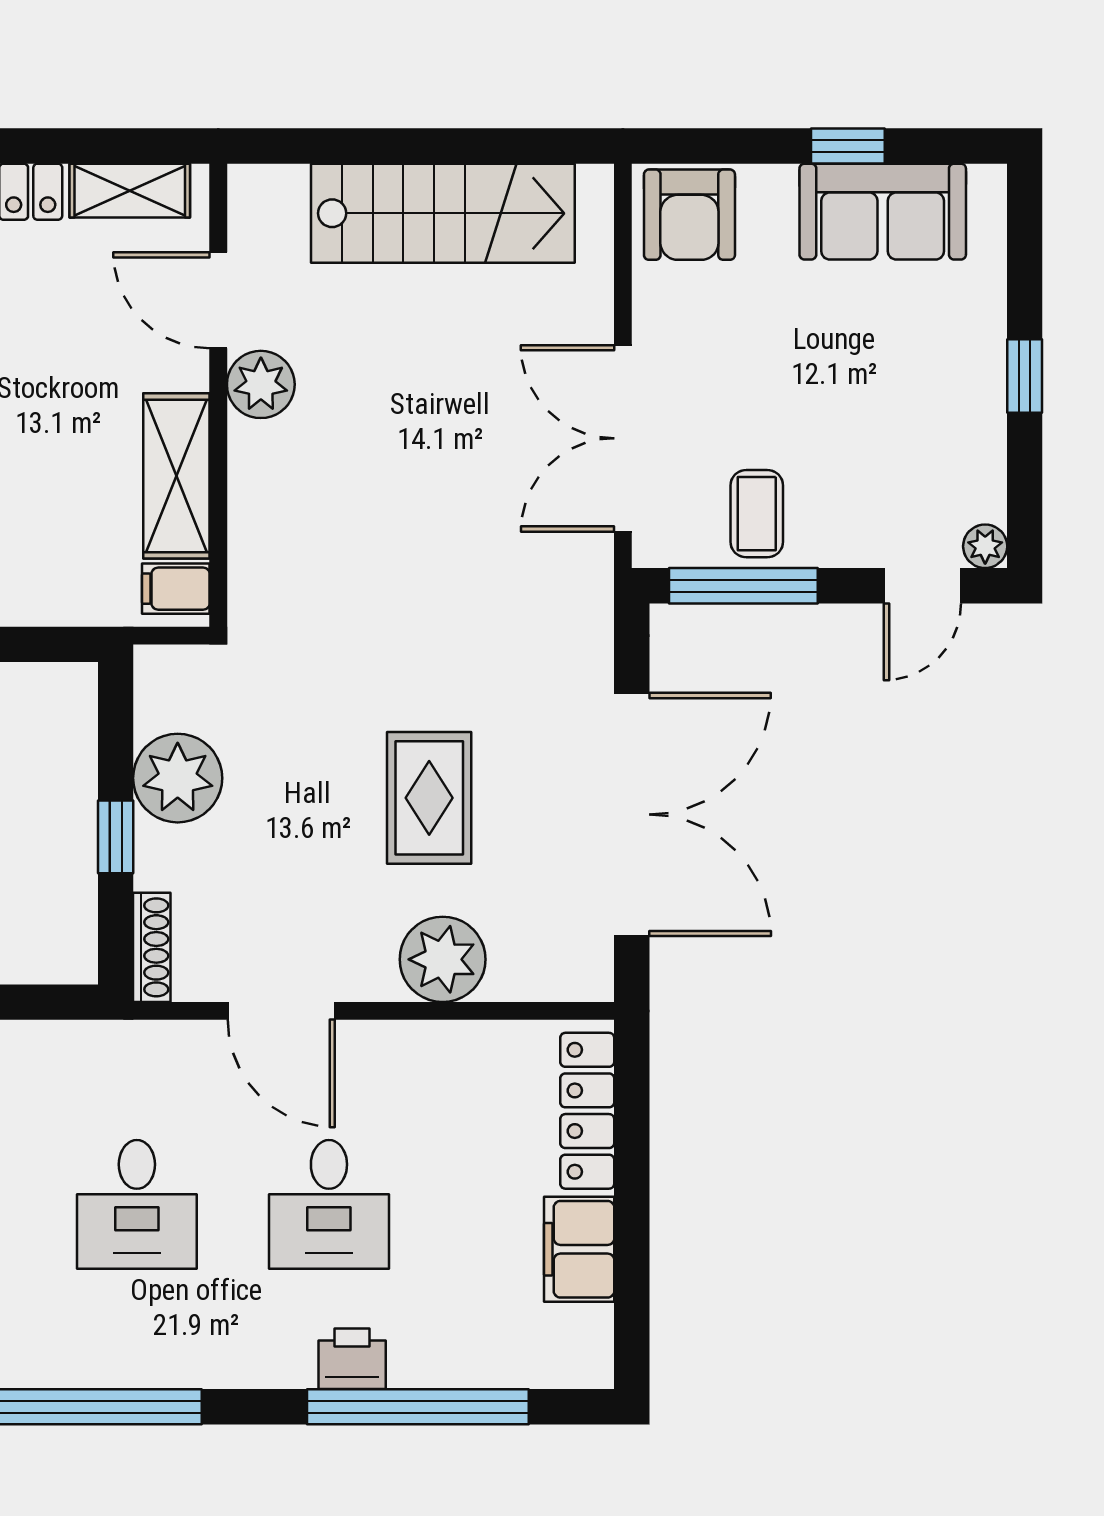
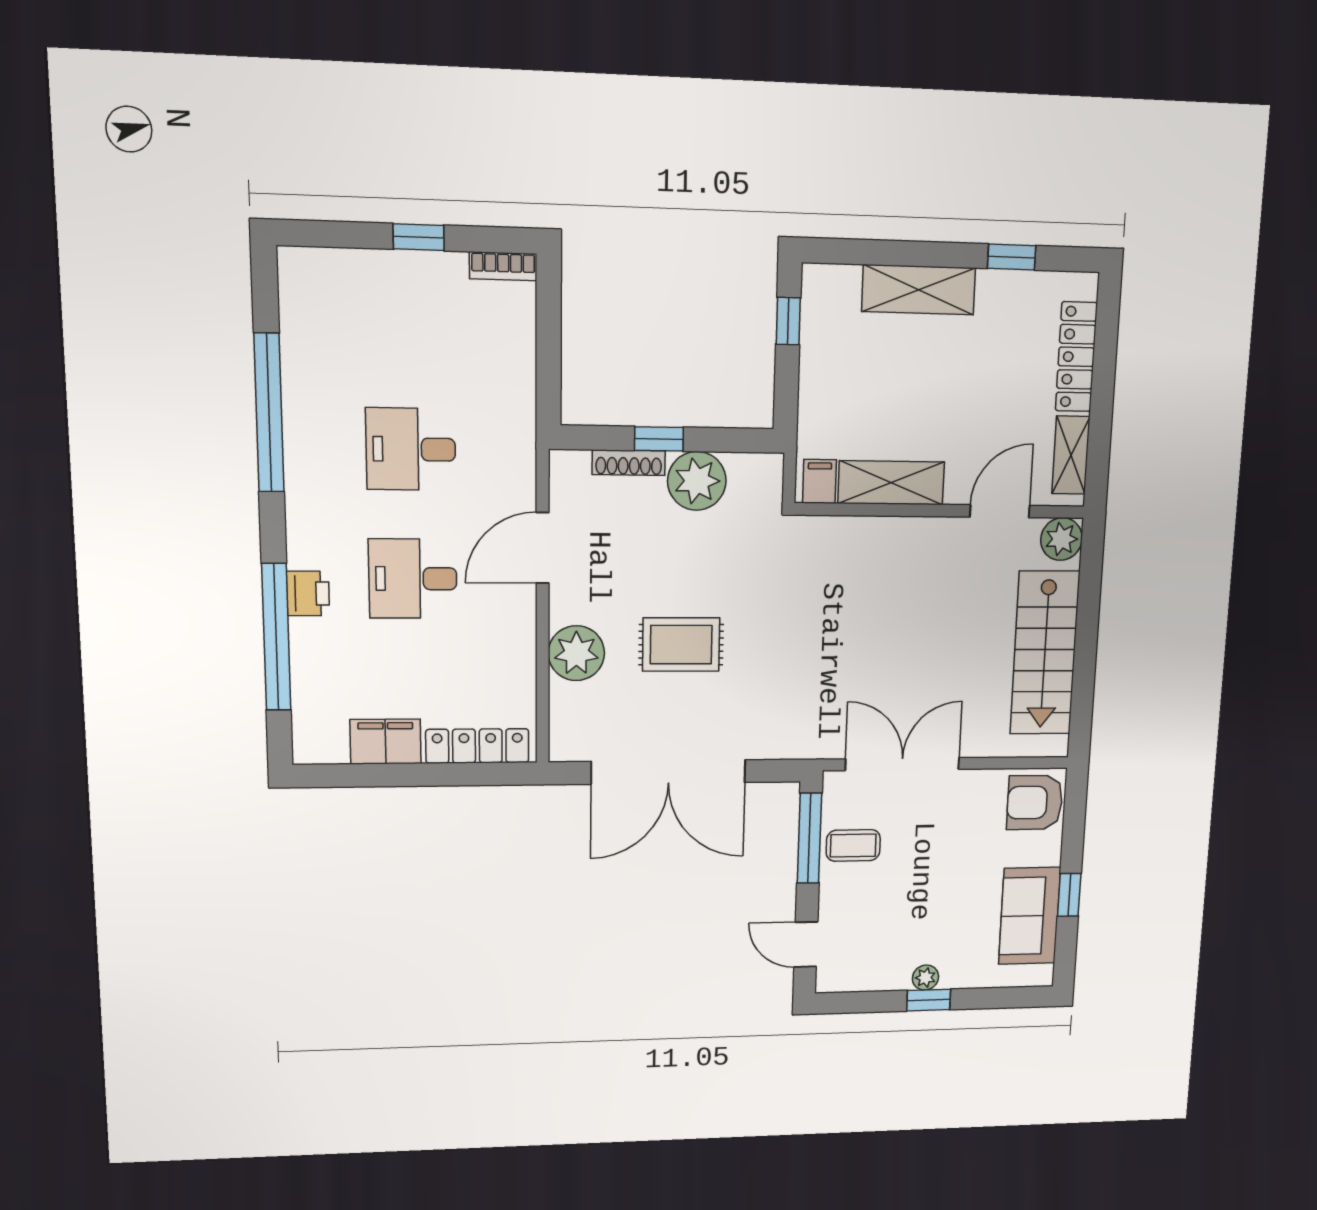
plant: (261, 384) -> (1061, 539), moved
plant: (985, 546) -> (925, 978), moved
shoe rack: (152, 947) -> (629, 463), moved

